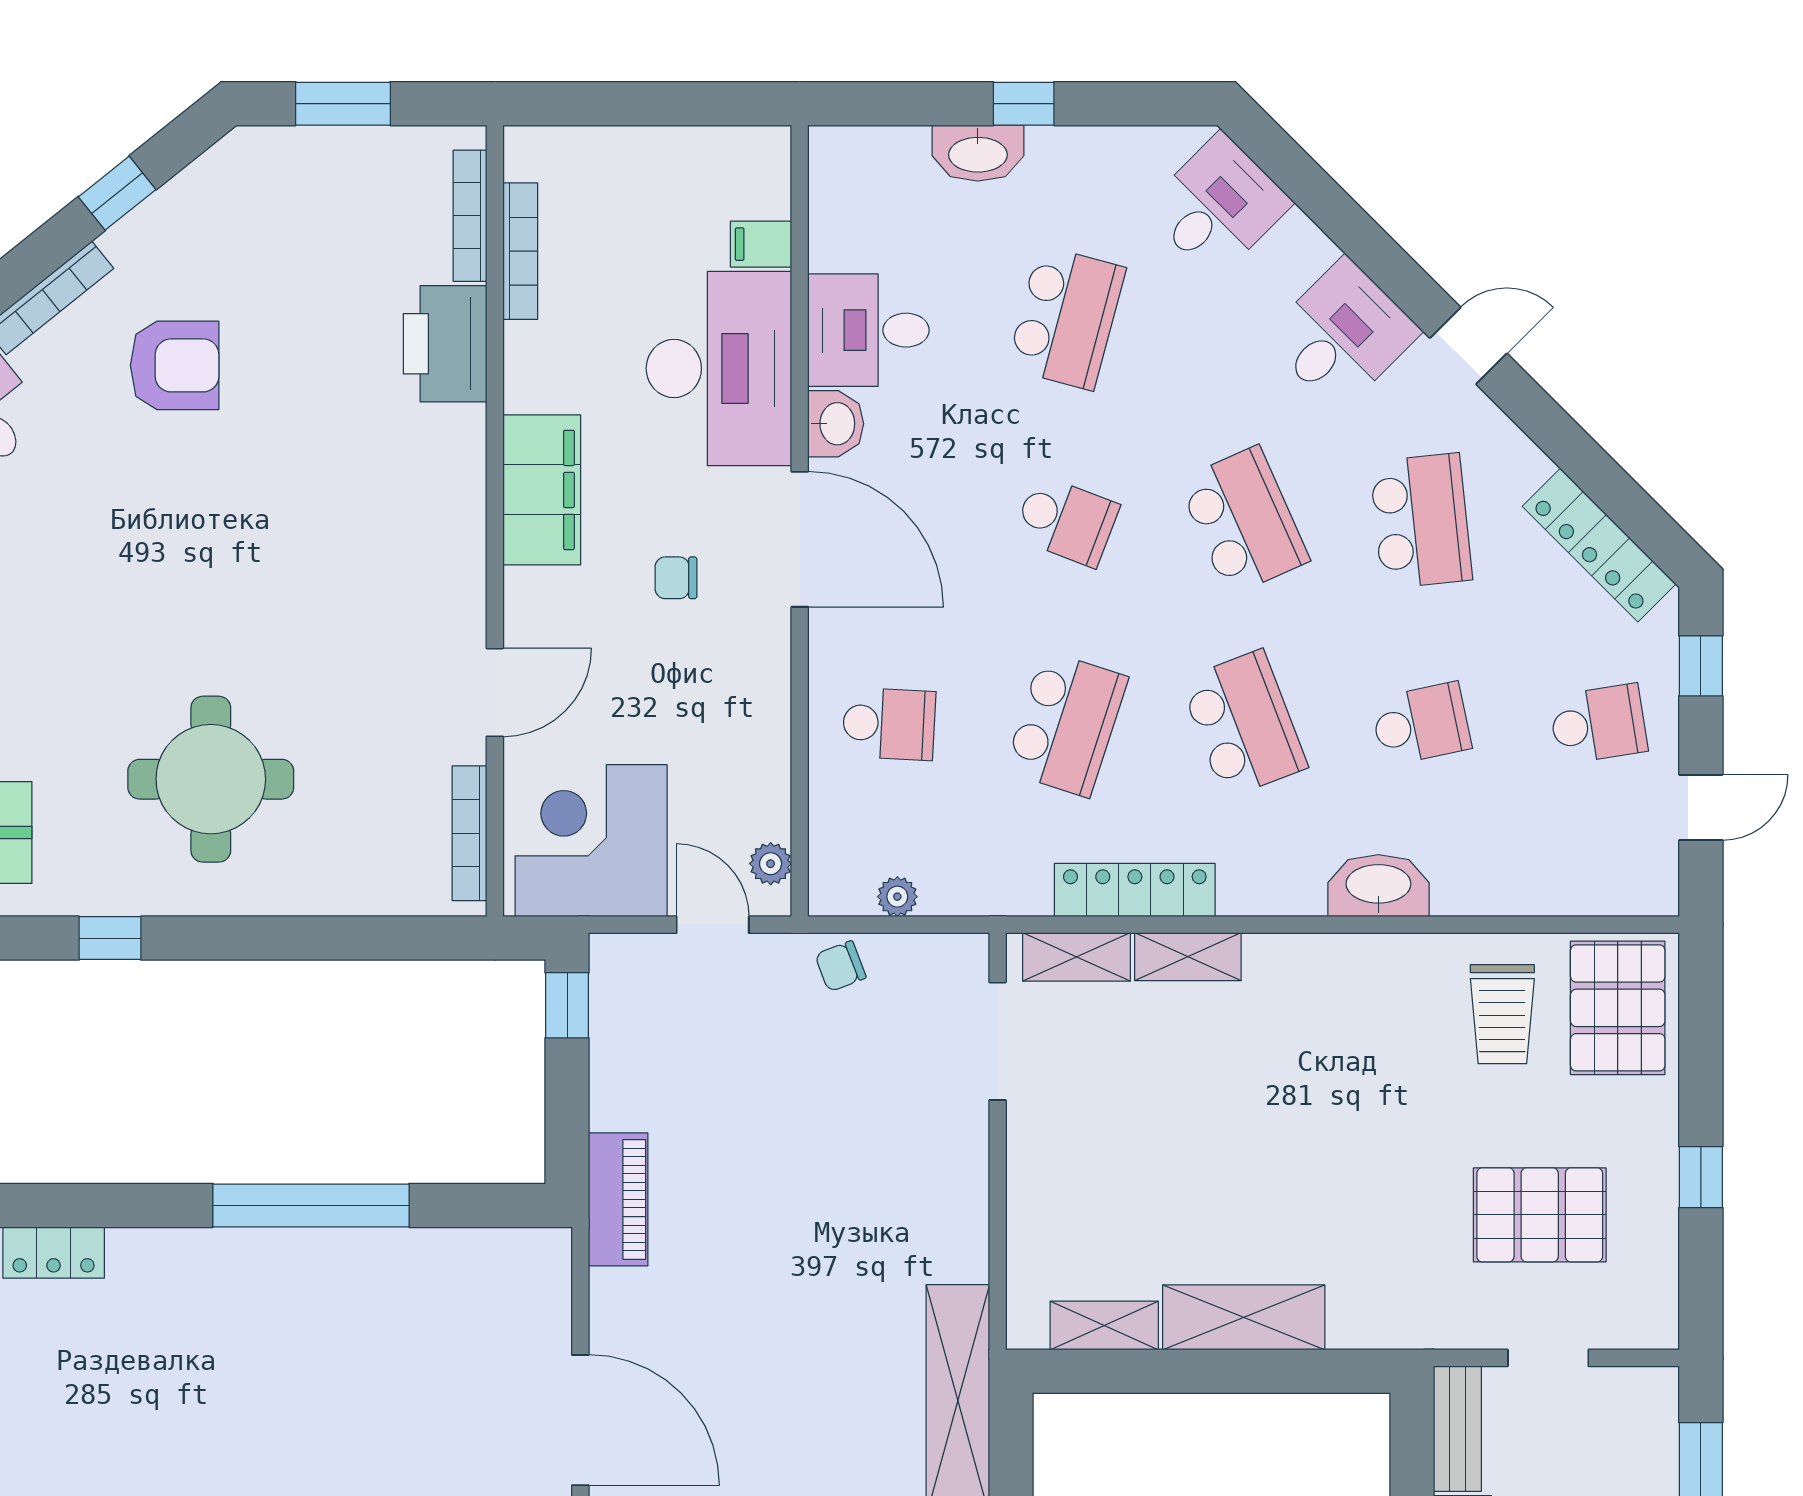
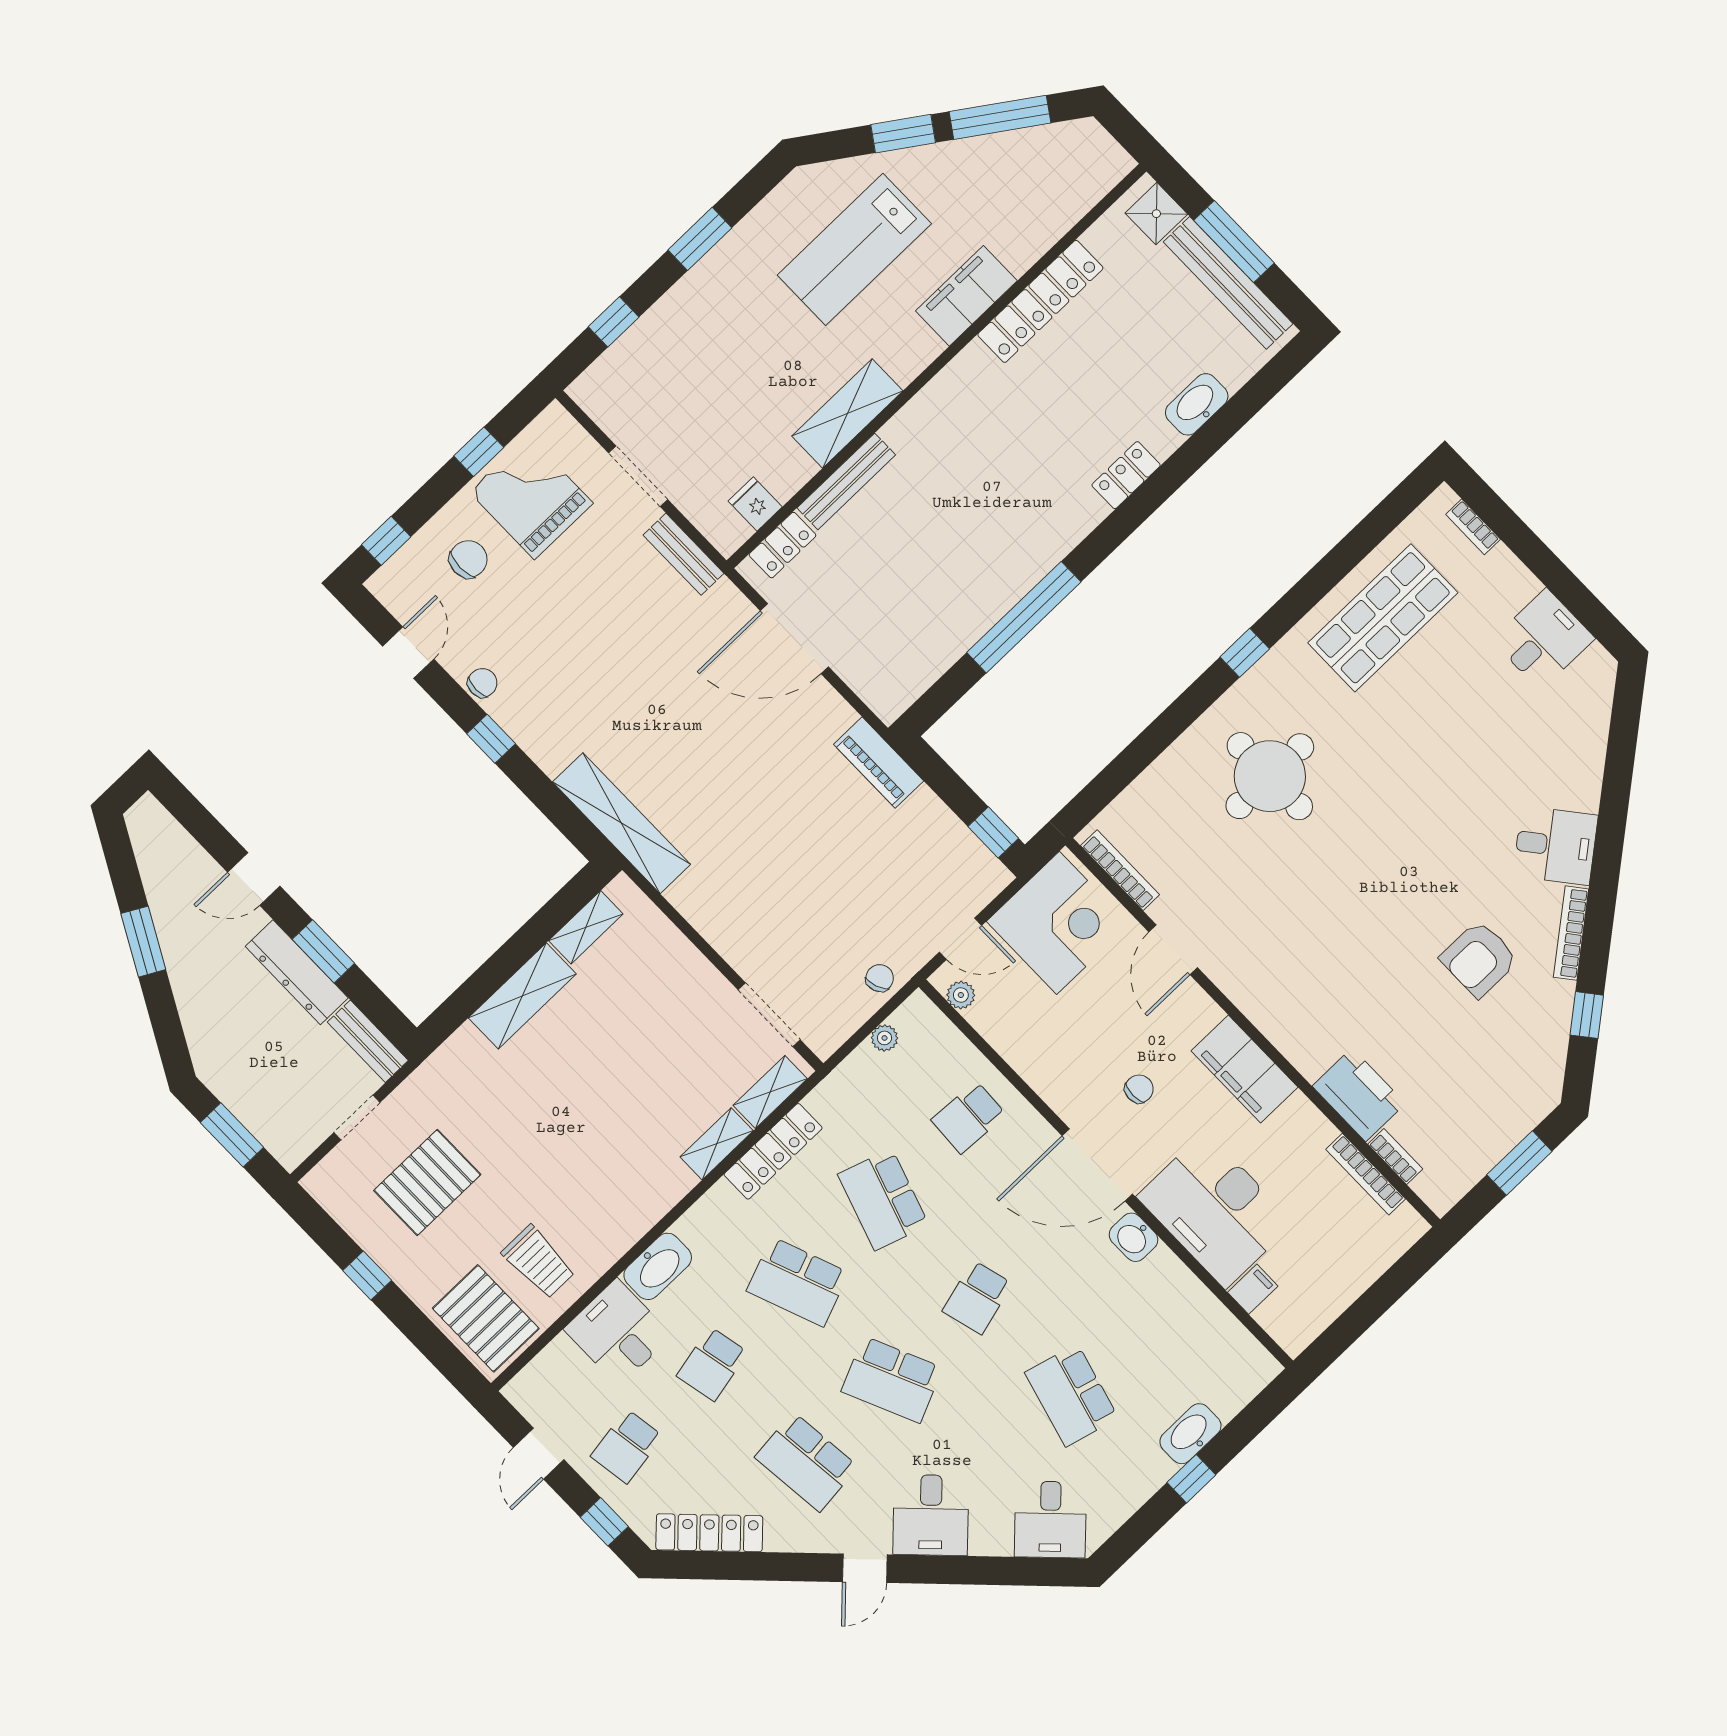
bookcase: (470, 216) -> (1395, 1157), width x0.64
desk: (868, 330) -> (618, 1332), moved, turned -90
school desk: (1066, 521) -> (977, 1297), turned -36
trolley: (1502, 1014) -> (538, 1262), turned 180

